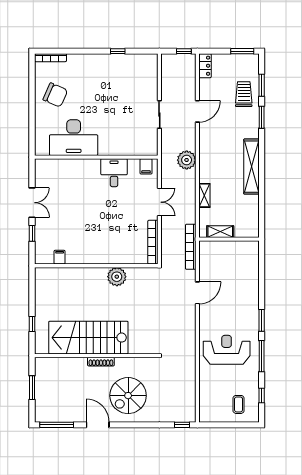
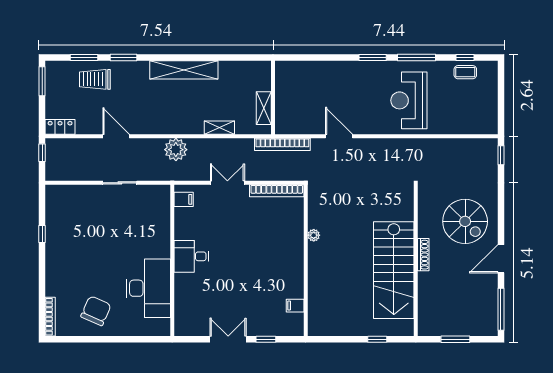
desk: (114, 173) -> (191, 256), moved
plant: (117, 277) -> (314, 235), width x0.53, depth x0.53
coffee table: (239, 404) -> (465, 72), moved

